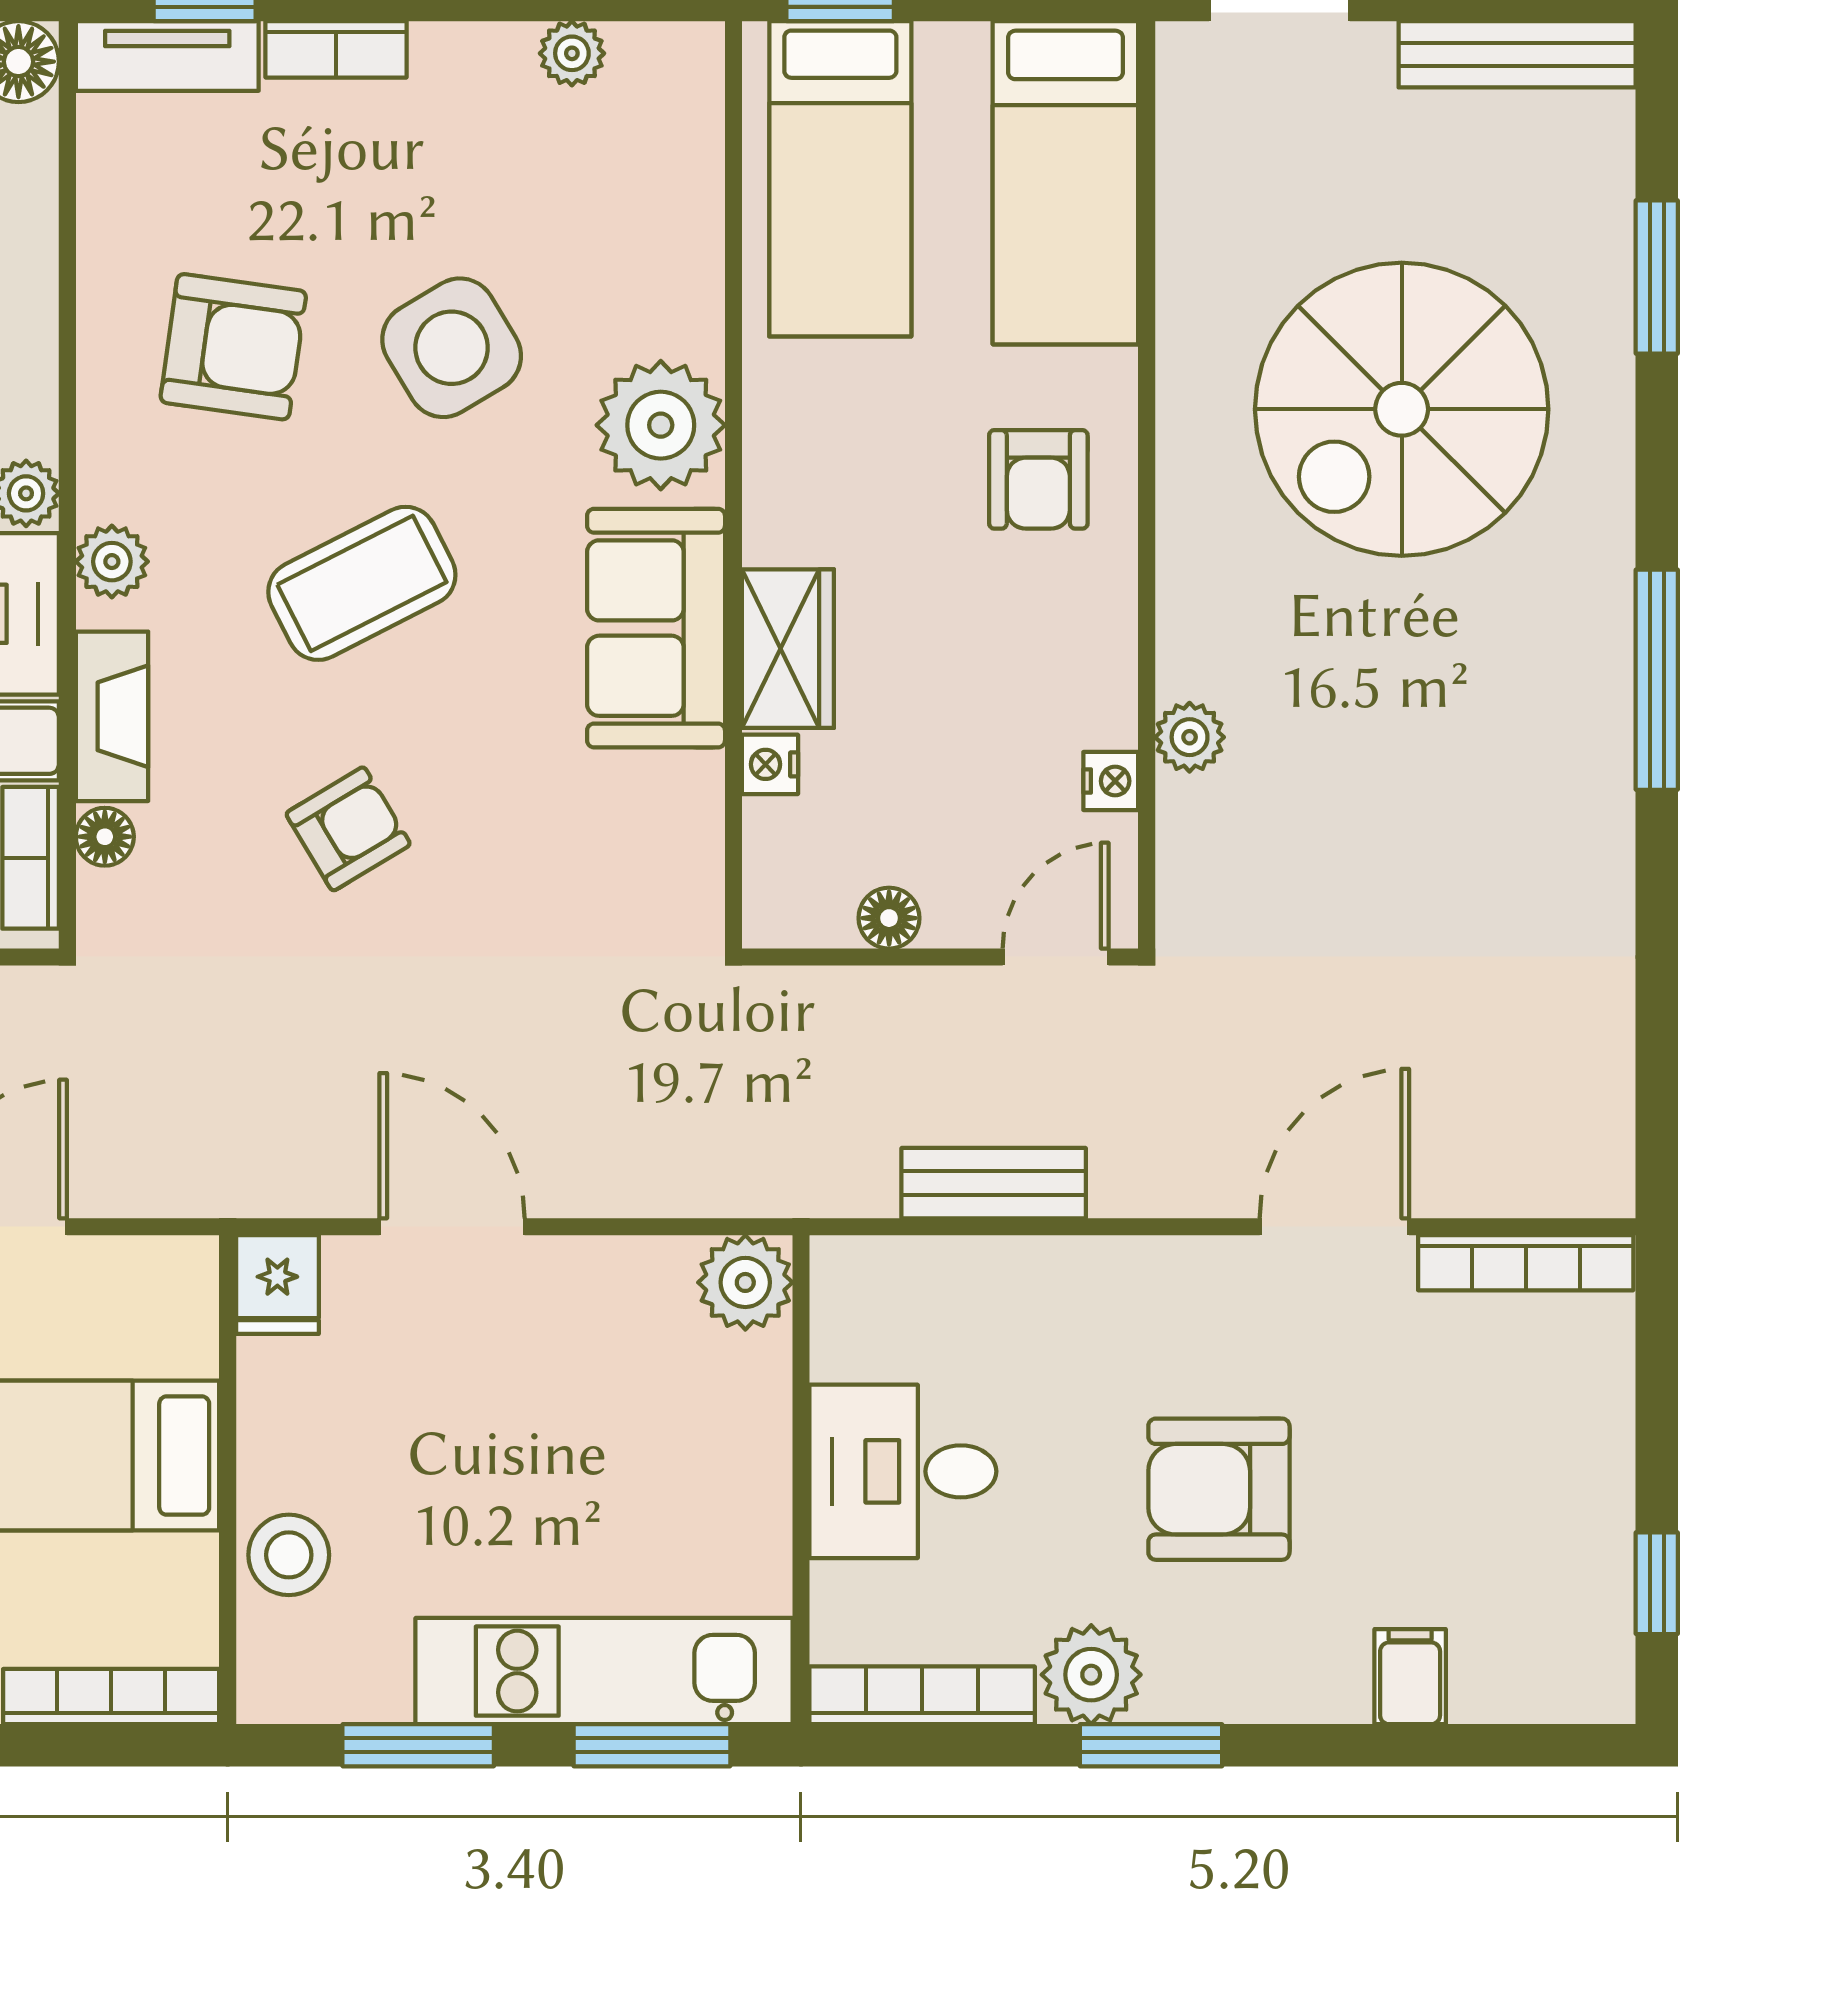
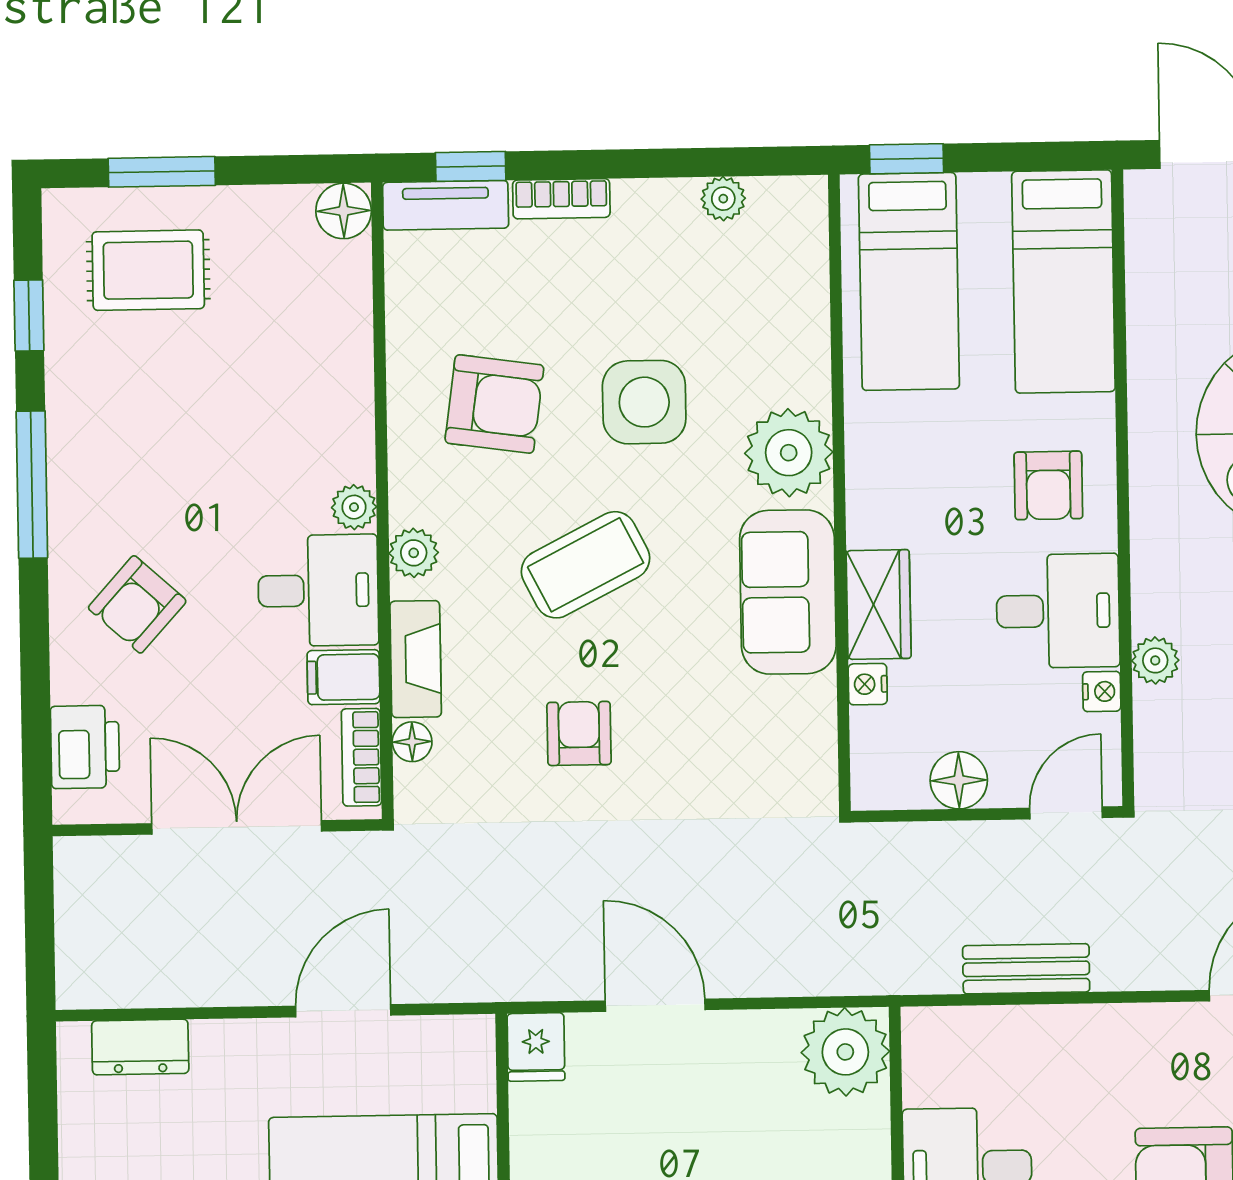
side table: (452, 348) -> (644, 402), turned 31
desk: (1049, 662) -> (1058, 611), added
armchair: (348, 829) -> (579, 733), turned -59
floor lamp: (889, 918) -> (959, 780), width x1.37, depth x1.37
plant: (745, 1282) -> (845, 1052), width x1.36, depth x1.36

